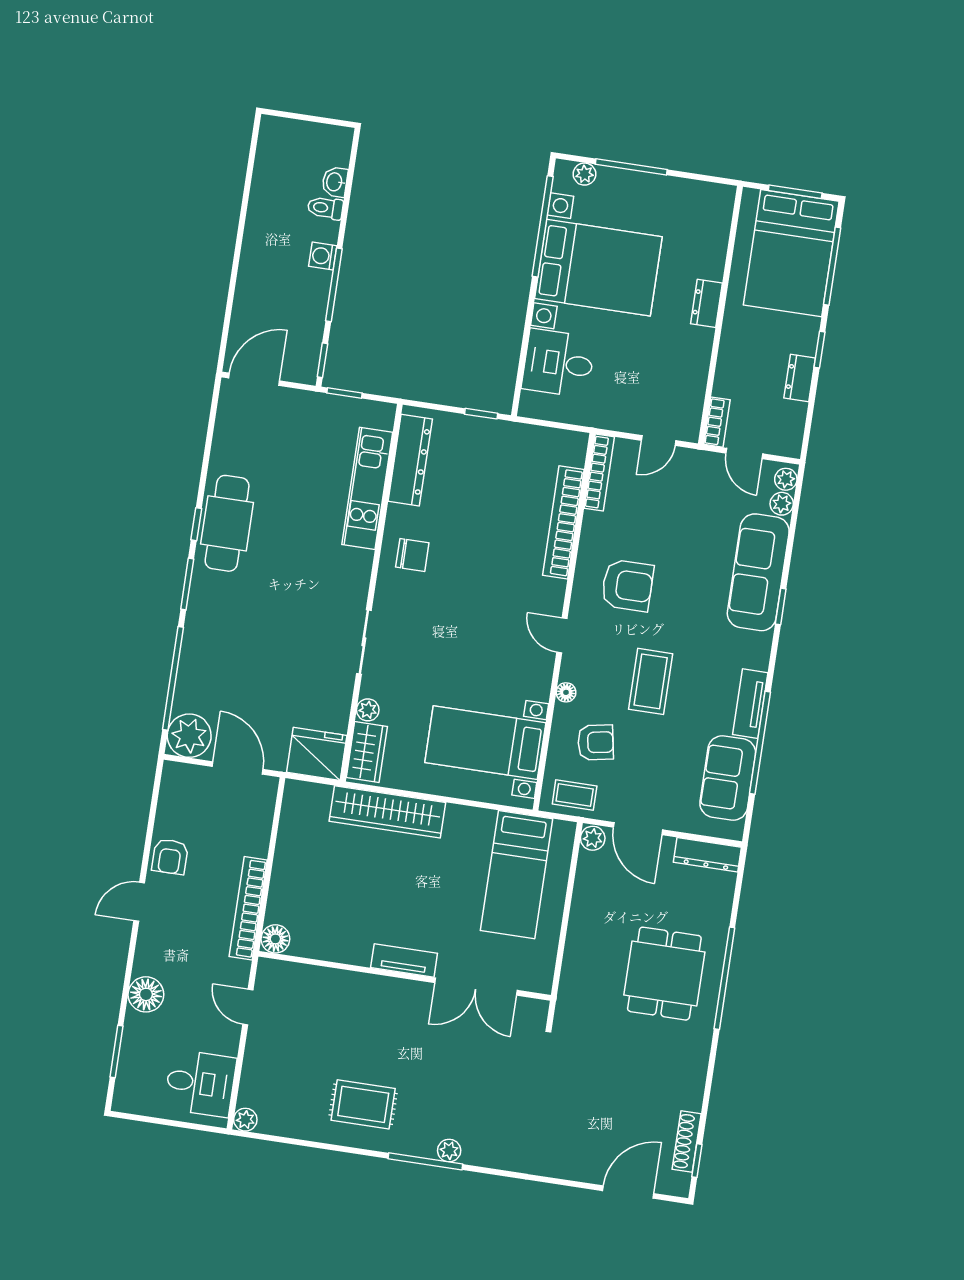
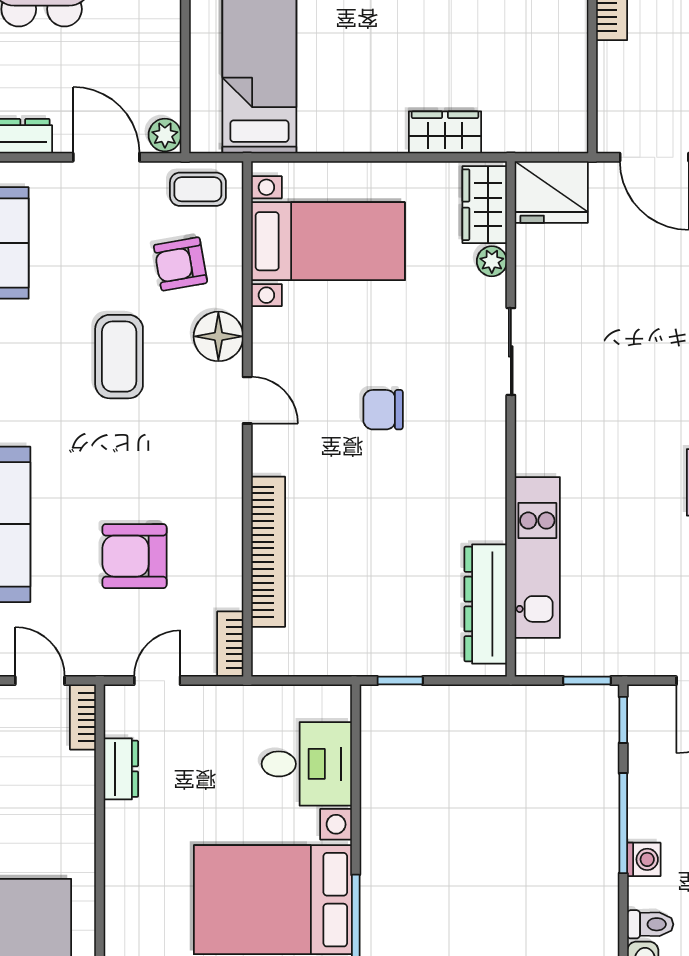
dresser: (706, 303) -> (121, 769), moved
bookcase: (599, 472) -> (230, 644), width x0.64
chair: (412, 555) -> (383, 410), moved
armchair: (627, 585) -> (135, 556), moved
floor lamp: (566, 692) -> (218, 336), width x1.89, depth x1.89
wardrobe: (387, 812) -> (445, 132), width x0.48, depth x0.85

